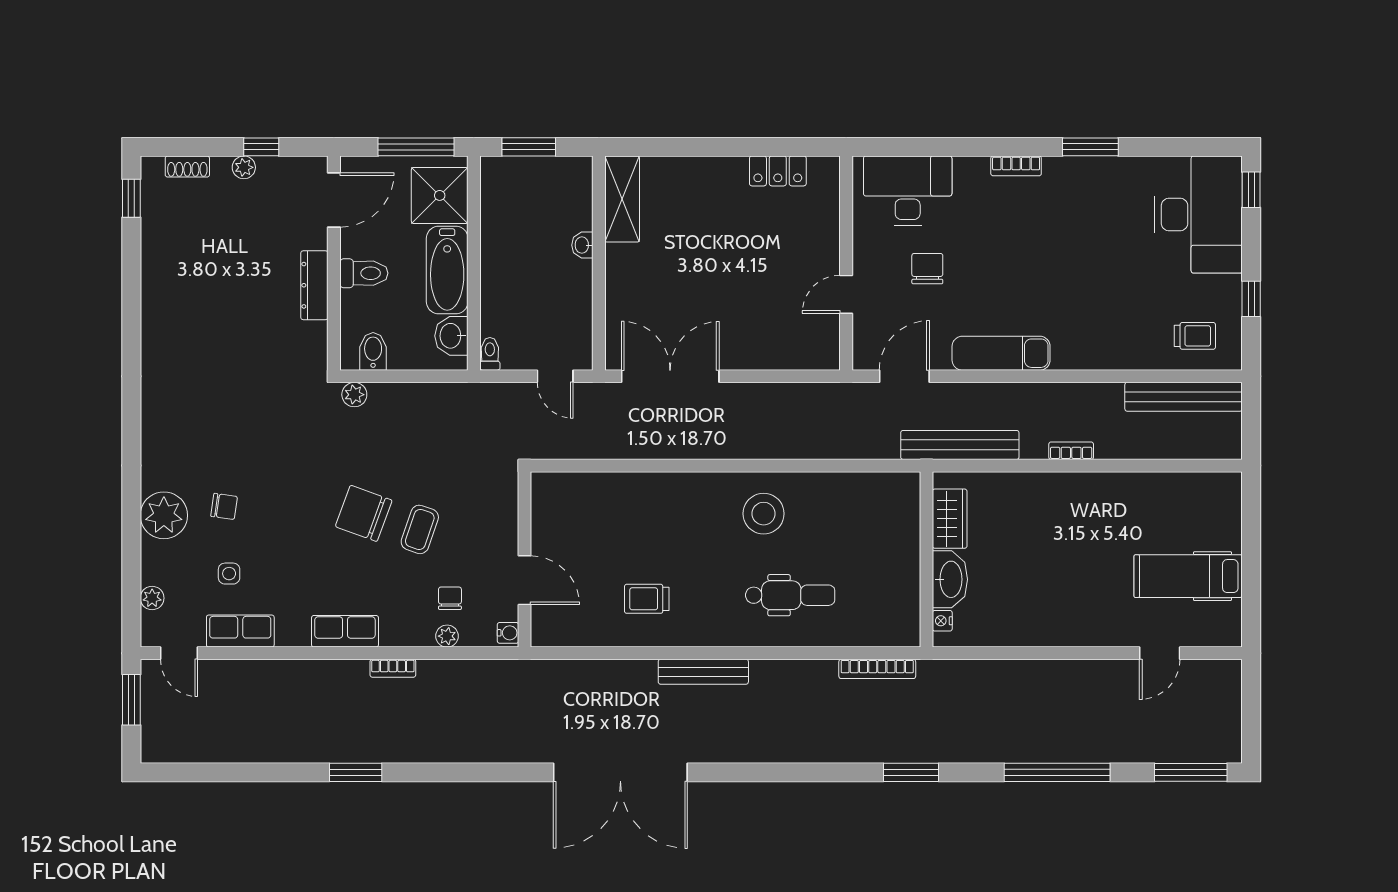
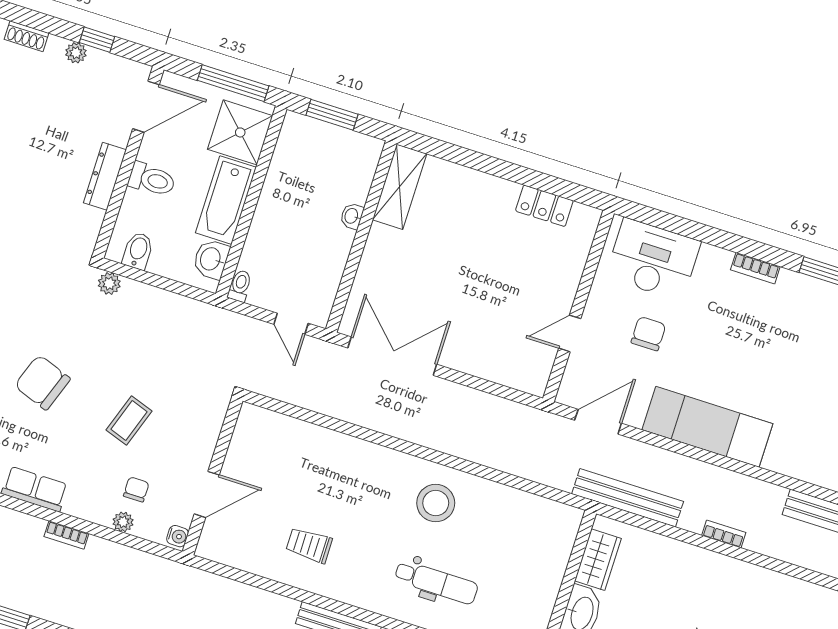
exam couch: (1001, 353) -> (707, 427), width x1.36, depth x1.45
chair: (364, 513) -> (42, 382), moved
door: (524, 580) -> (207, 494), hinge flipped

